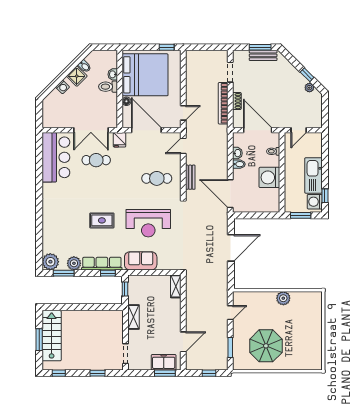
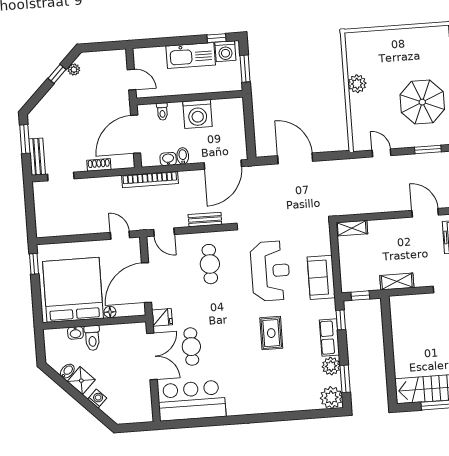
bench: (263, 55) -> (37, 157), moved
bookcase: (223, 103) -> (150, 179), moved
row of seats: (102, 264) -> (329, 338), width x0.68

